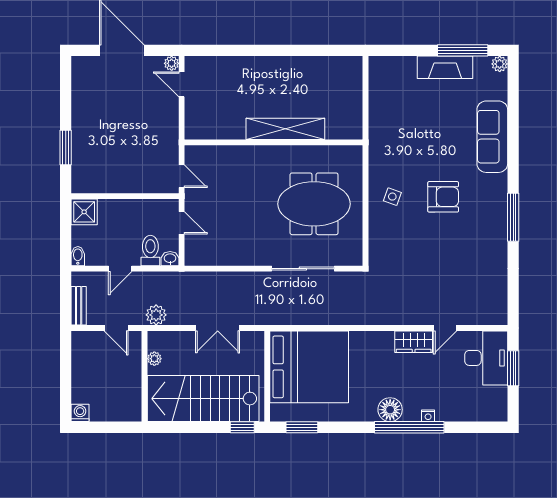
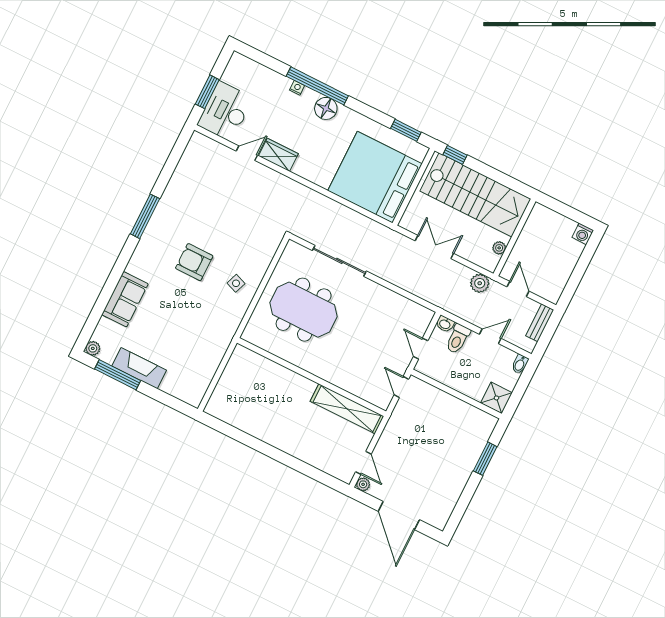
shelving: (285, 129) -> (347, 409), moved
sofa: (492, 137) -> (125, 299), width x0.73

